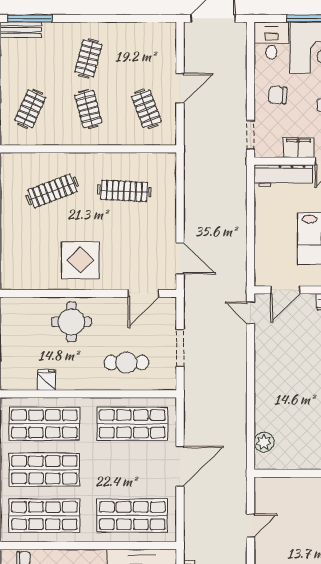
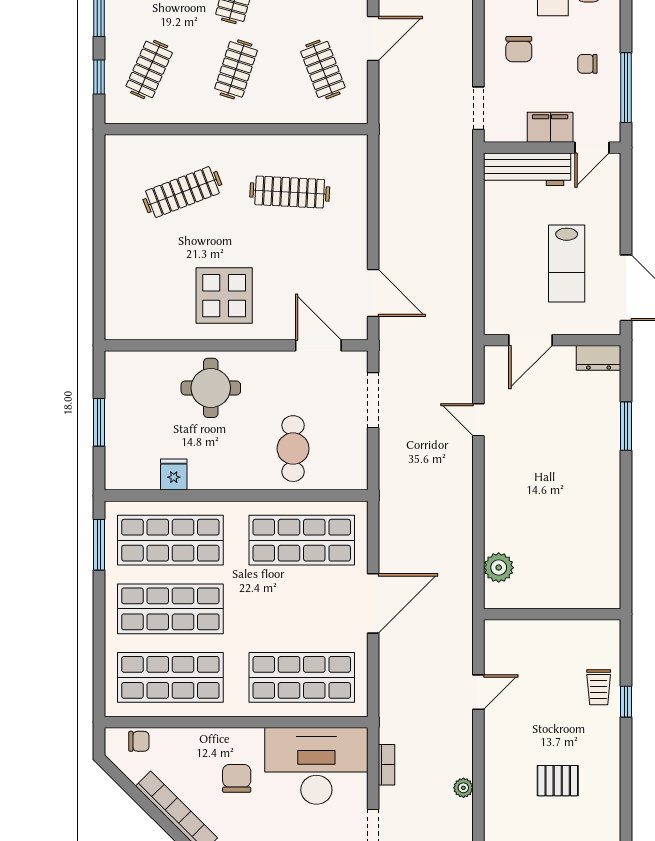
chair: (278, 95) -> (519, 49), turned -93
clothes rail: (88, 109) -> (236, 69), turned 33
door: (143, 293) -> (318, 345), swing flipped
door: (251, 313) -> (478, 420), moved
doorway: (180, 348) -> (373, 400), moved
cafe table: (126, 363) -> (293, 449), turned 90

